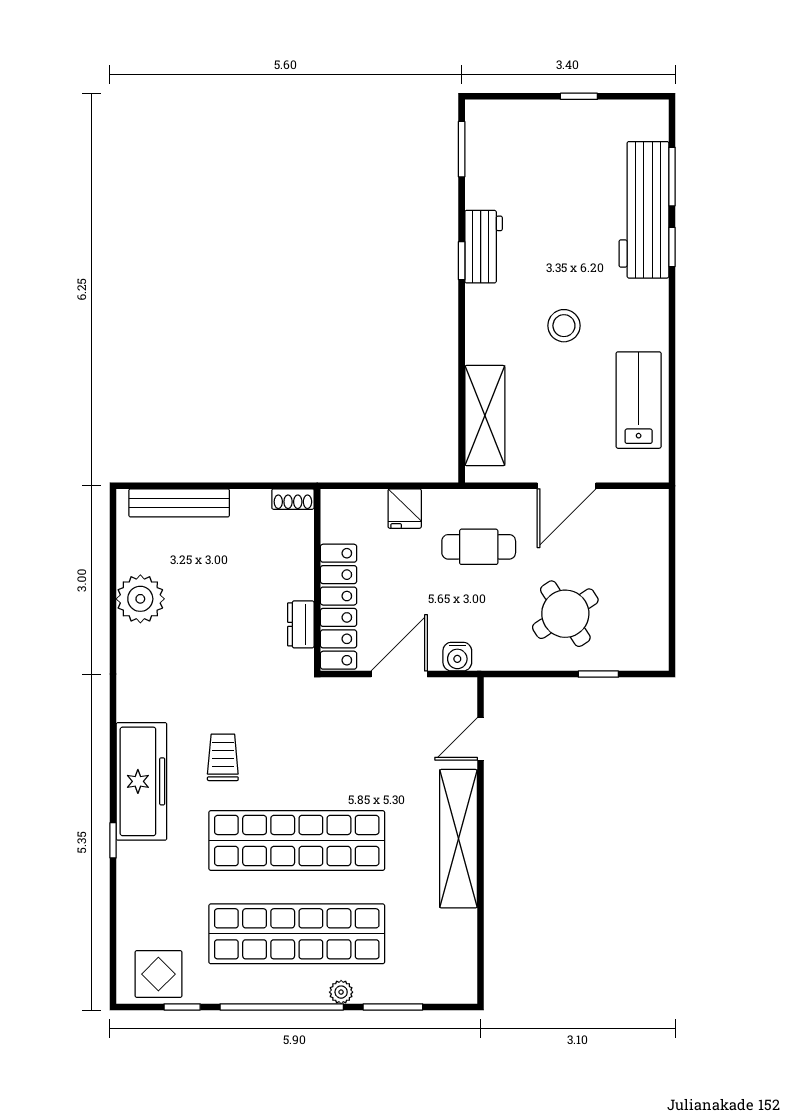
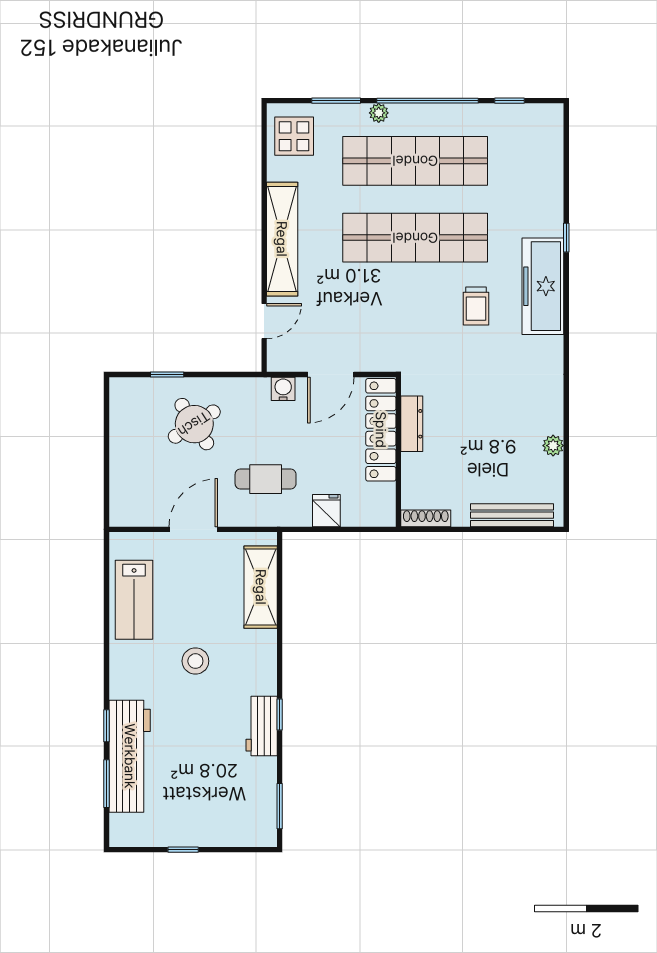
shoe rack: (293, 499) -> (426, 518), width x1.43
plant: (140, 599) -> (553, 446), width x0.53, depth x0.53
dresser: (301, 624) -> (412, 424), width x1.44
display table: (158, 974) -> (294, 136), moved

